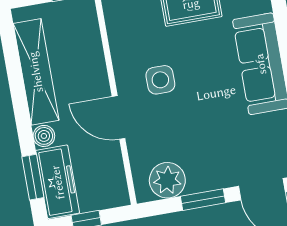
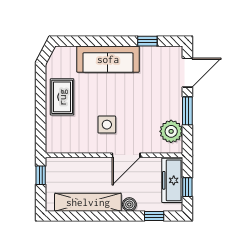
window: (33, 177) -> (154, 216), width x0.67
freezer: (58, 182) -> (172, 180), moved, turned -90

